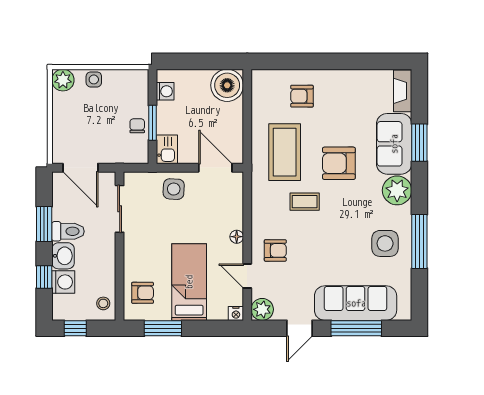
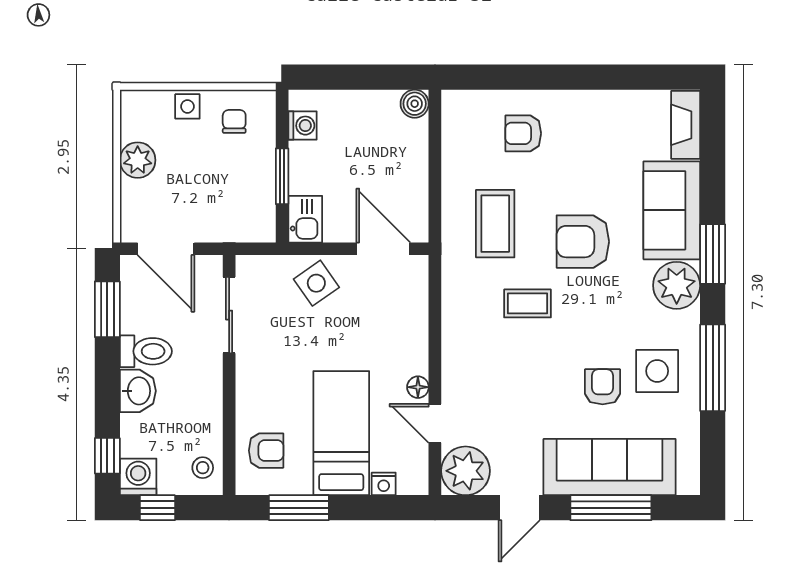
plant: (63, 80) -> (138, 160), moved
boiler: (227, 85) -> (415, 104), width x0.54, depth x0.54
chair: (137, 126) -> (234, 121), moved
window: (419, 143) -> (713, 254), moved
coffee table: (285, 152) -> (495, 224), width x0.73, depth x0.76
side table: (174, 189) -> (316, 283), turned -38
window: (44, 224) -> (107, 309), moved
floor lamp: (237, 237) -> (418, 387), moved
armchair: (275, 250) -> (603, 387), moved, turned -90
window: (44, 277) -> (107, 456), moved
washing machine: (63, 282) -> (138, 477), moved, turned -90
plant: (262, 309) -> (466, 471), width x1.36, depth x1.36
nightstand: (236, 313) -> (384, 484), moved

